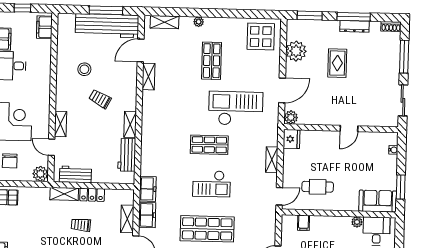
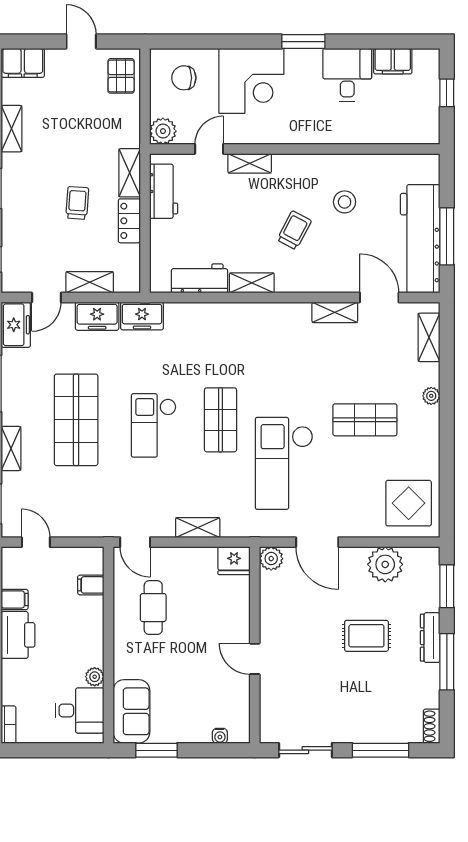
dresser: (354, 26) -> (430, 638), moved
filing cabinet: (44, 27) -> (415, 131), removed
checkout: (236, 108) -> (284, 463), turned 180

